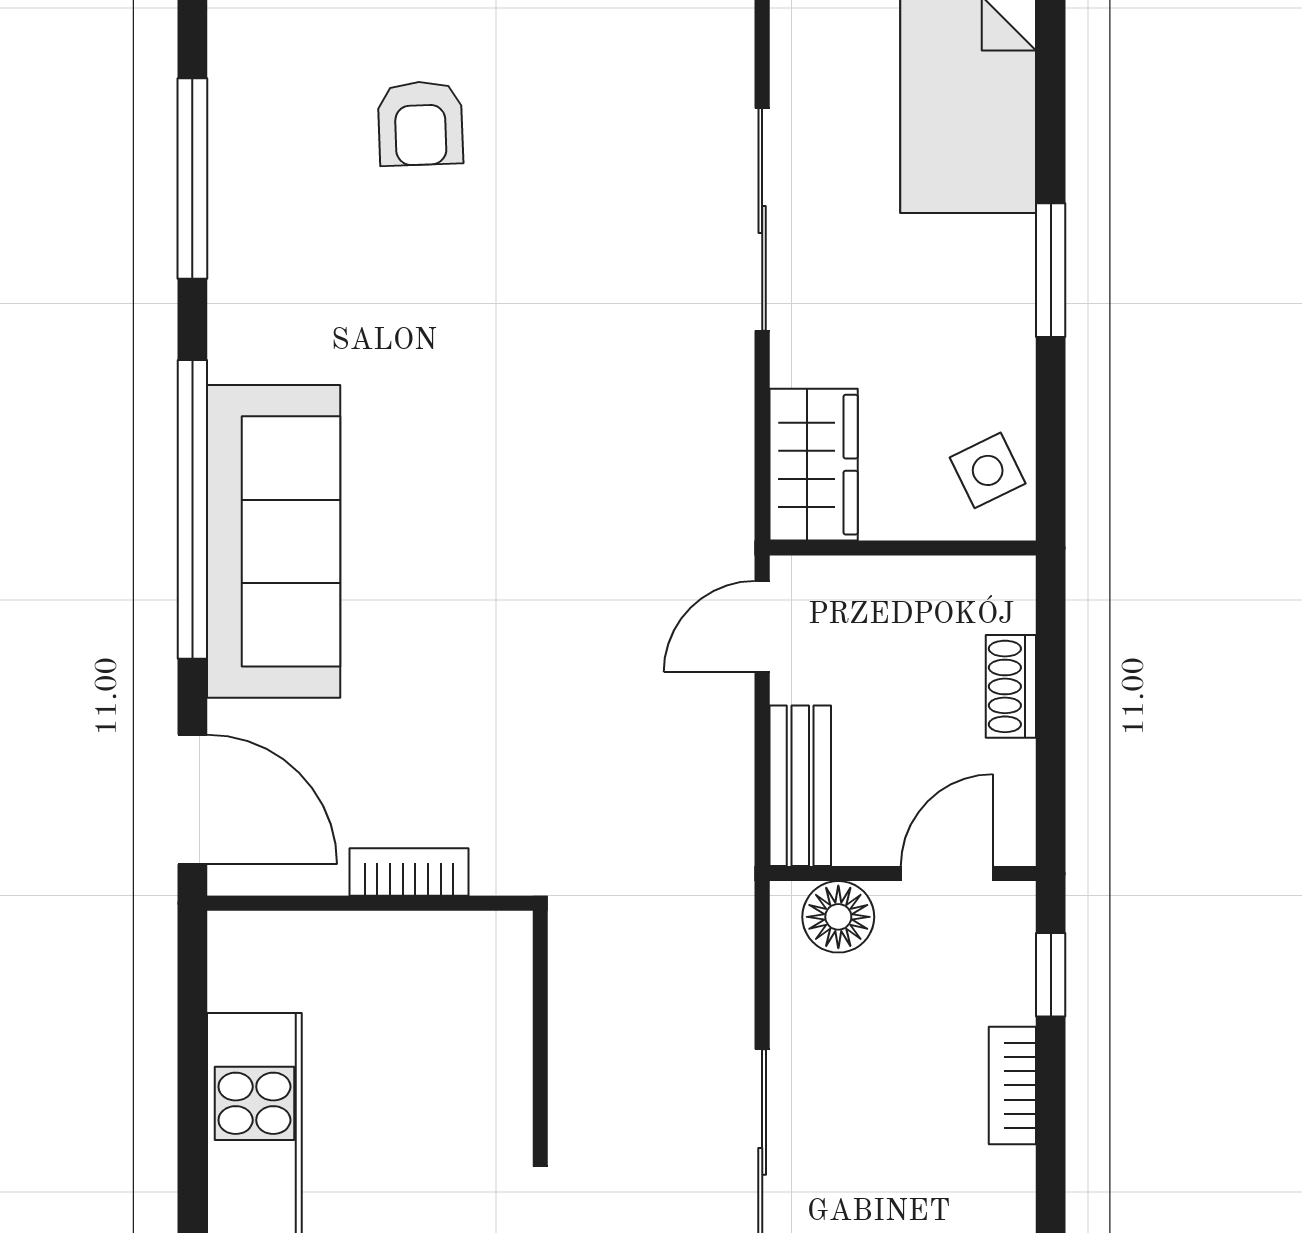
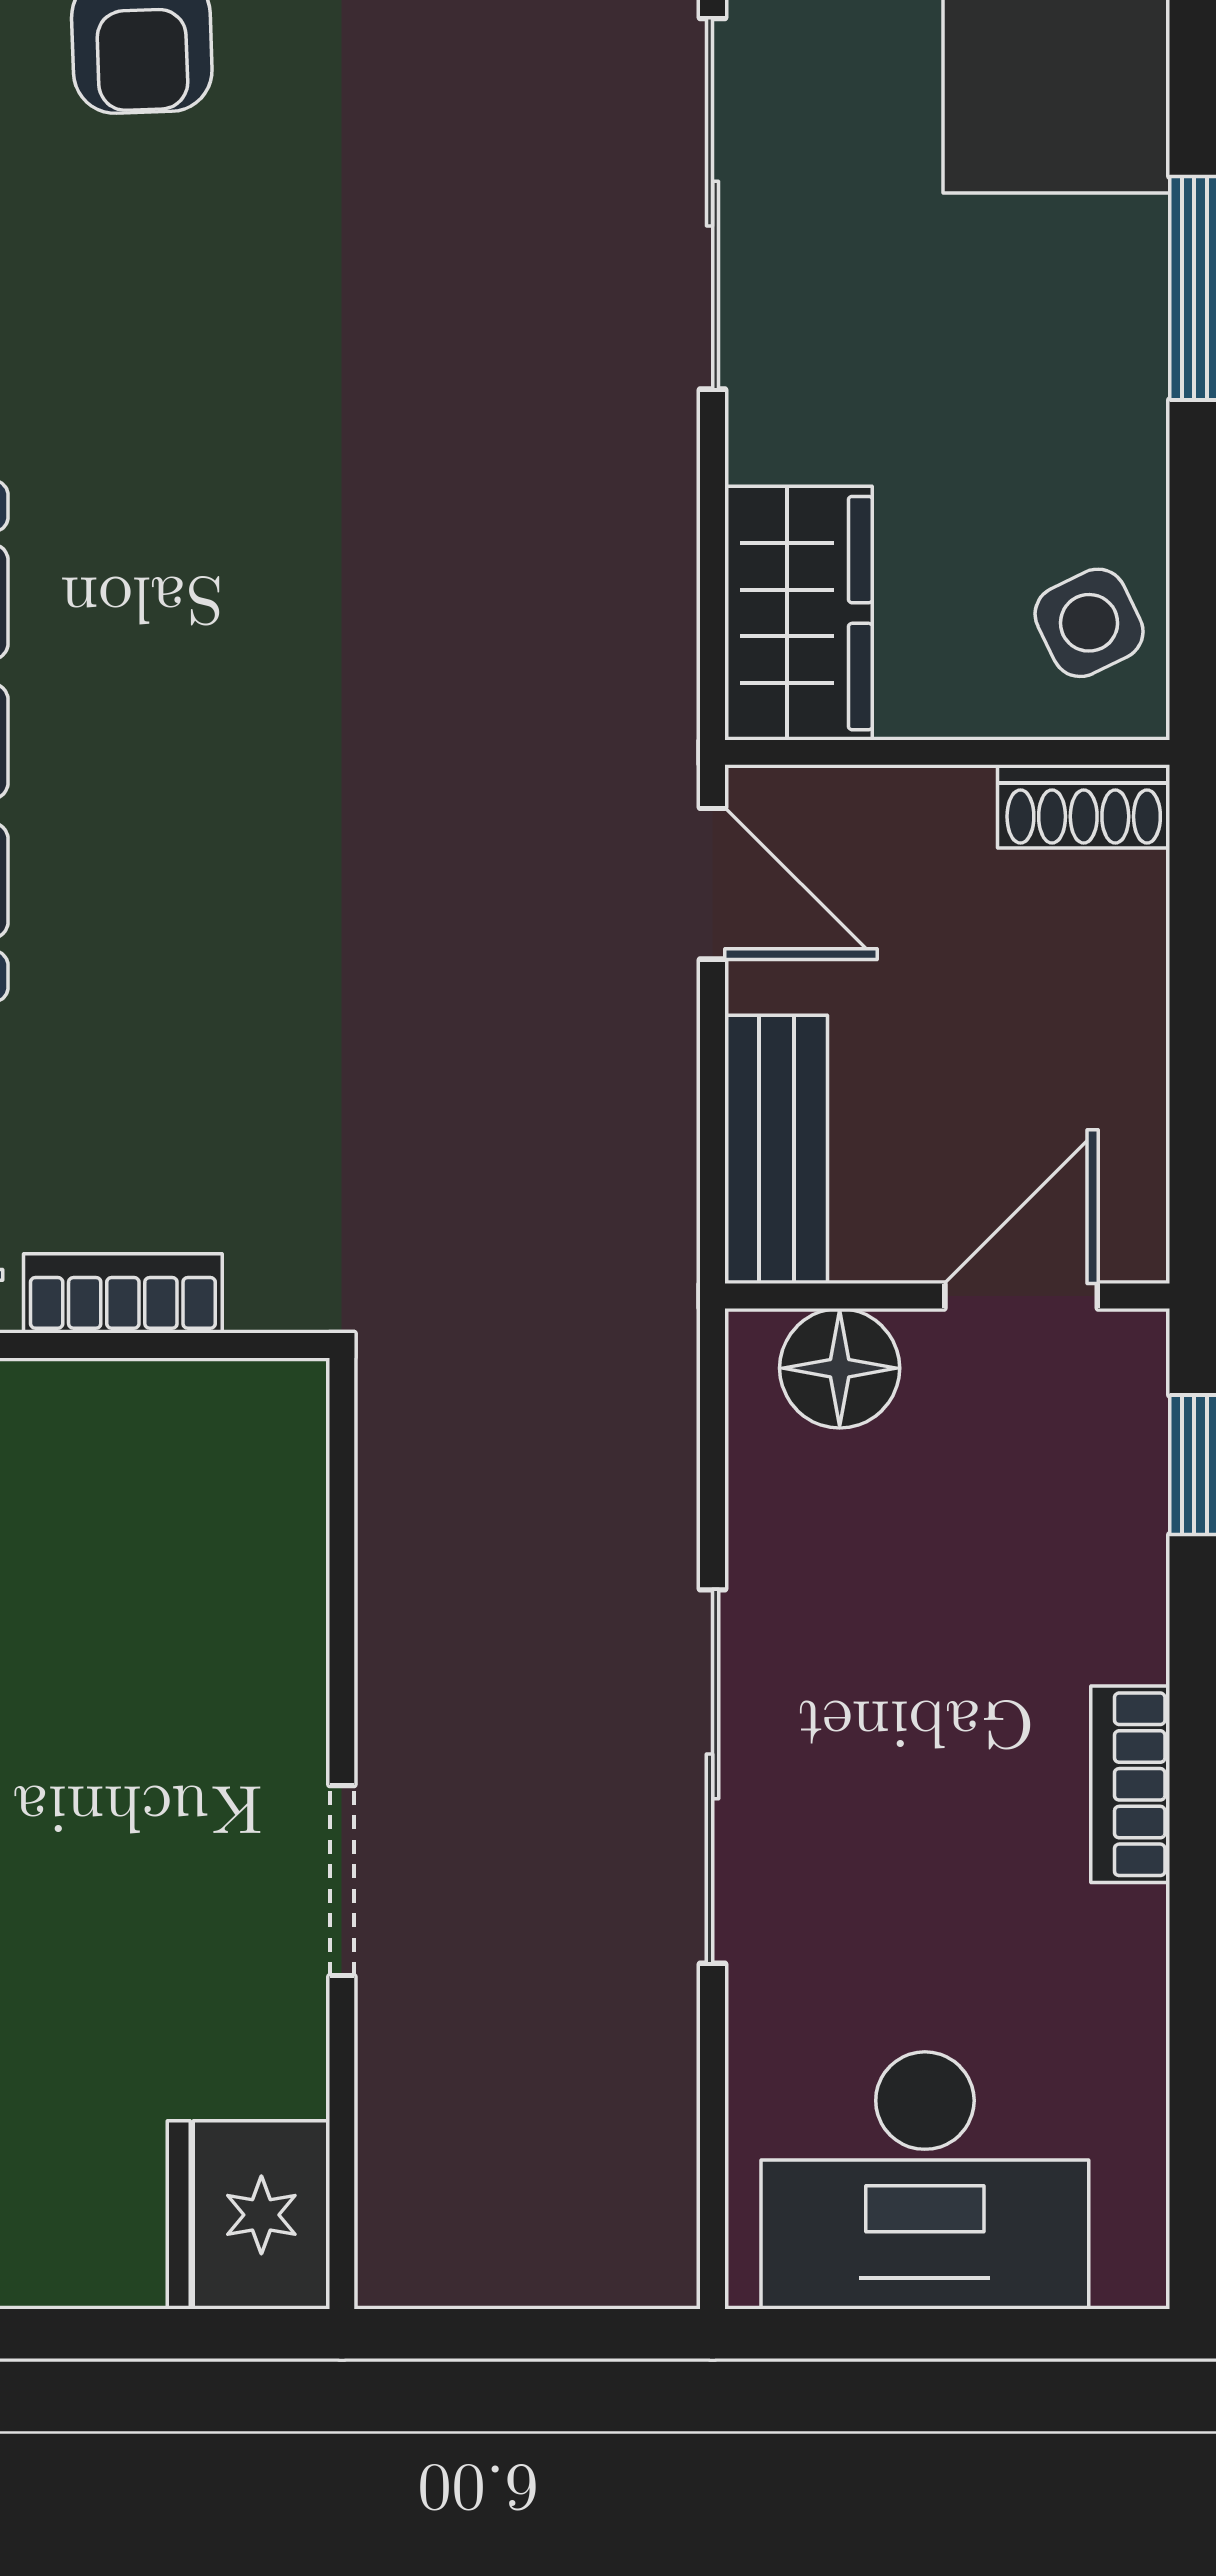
door: (762, 627) -> (713, 884), swing flipped
shoe rack: (1011, 686) -> (1084, 806), moved, turned -90
bookcase: (1012, 1085) -> (1130, 1784), moved

